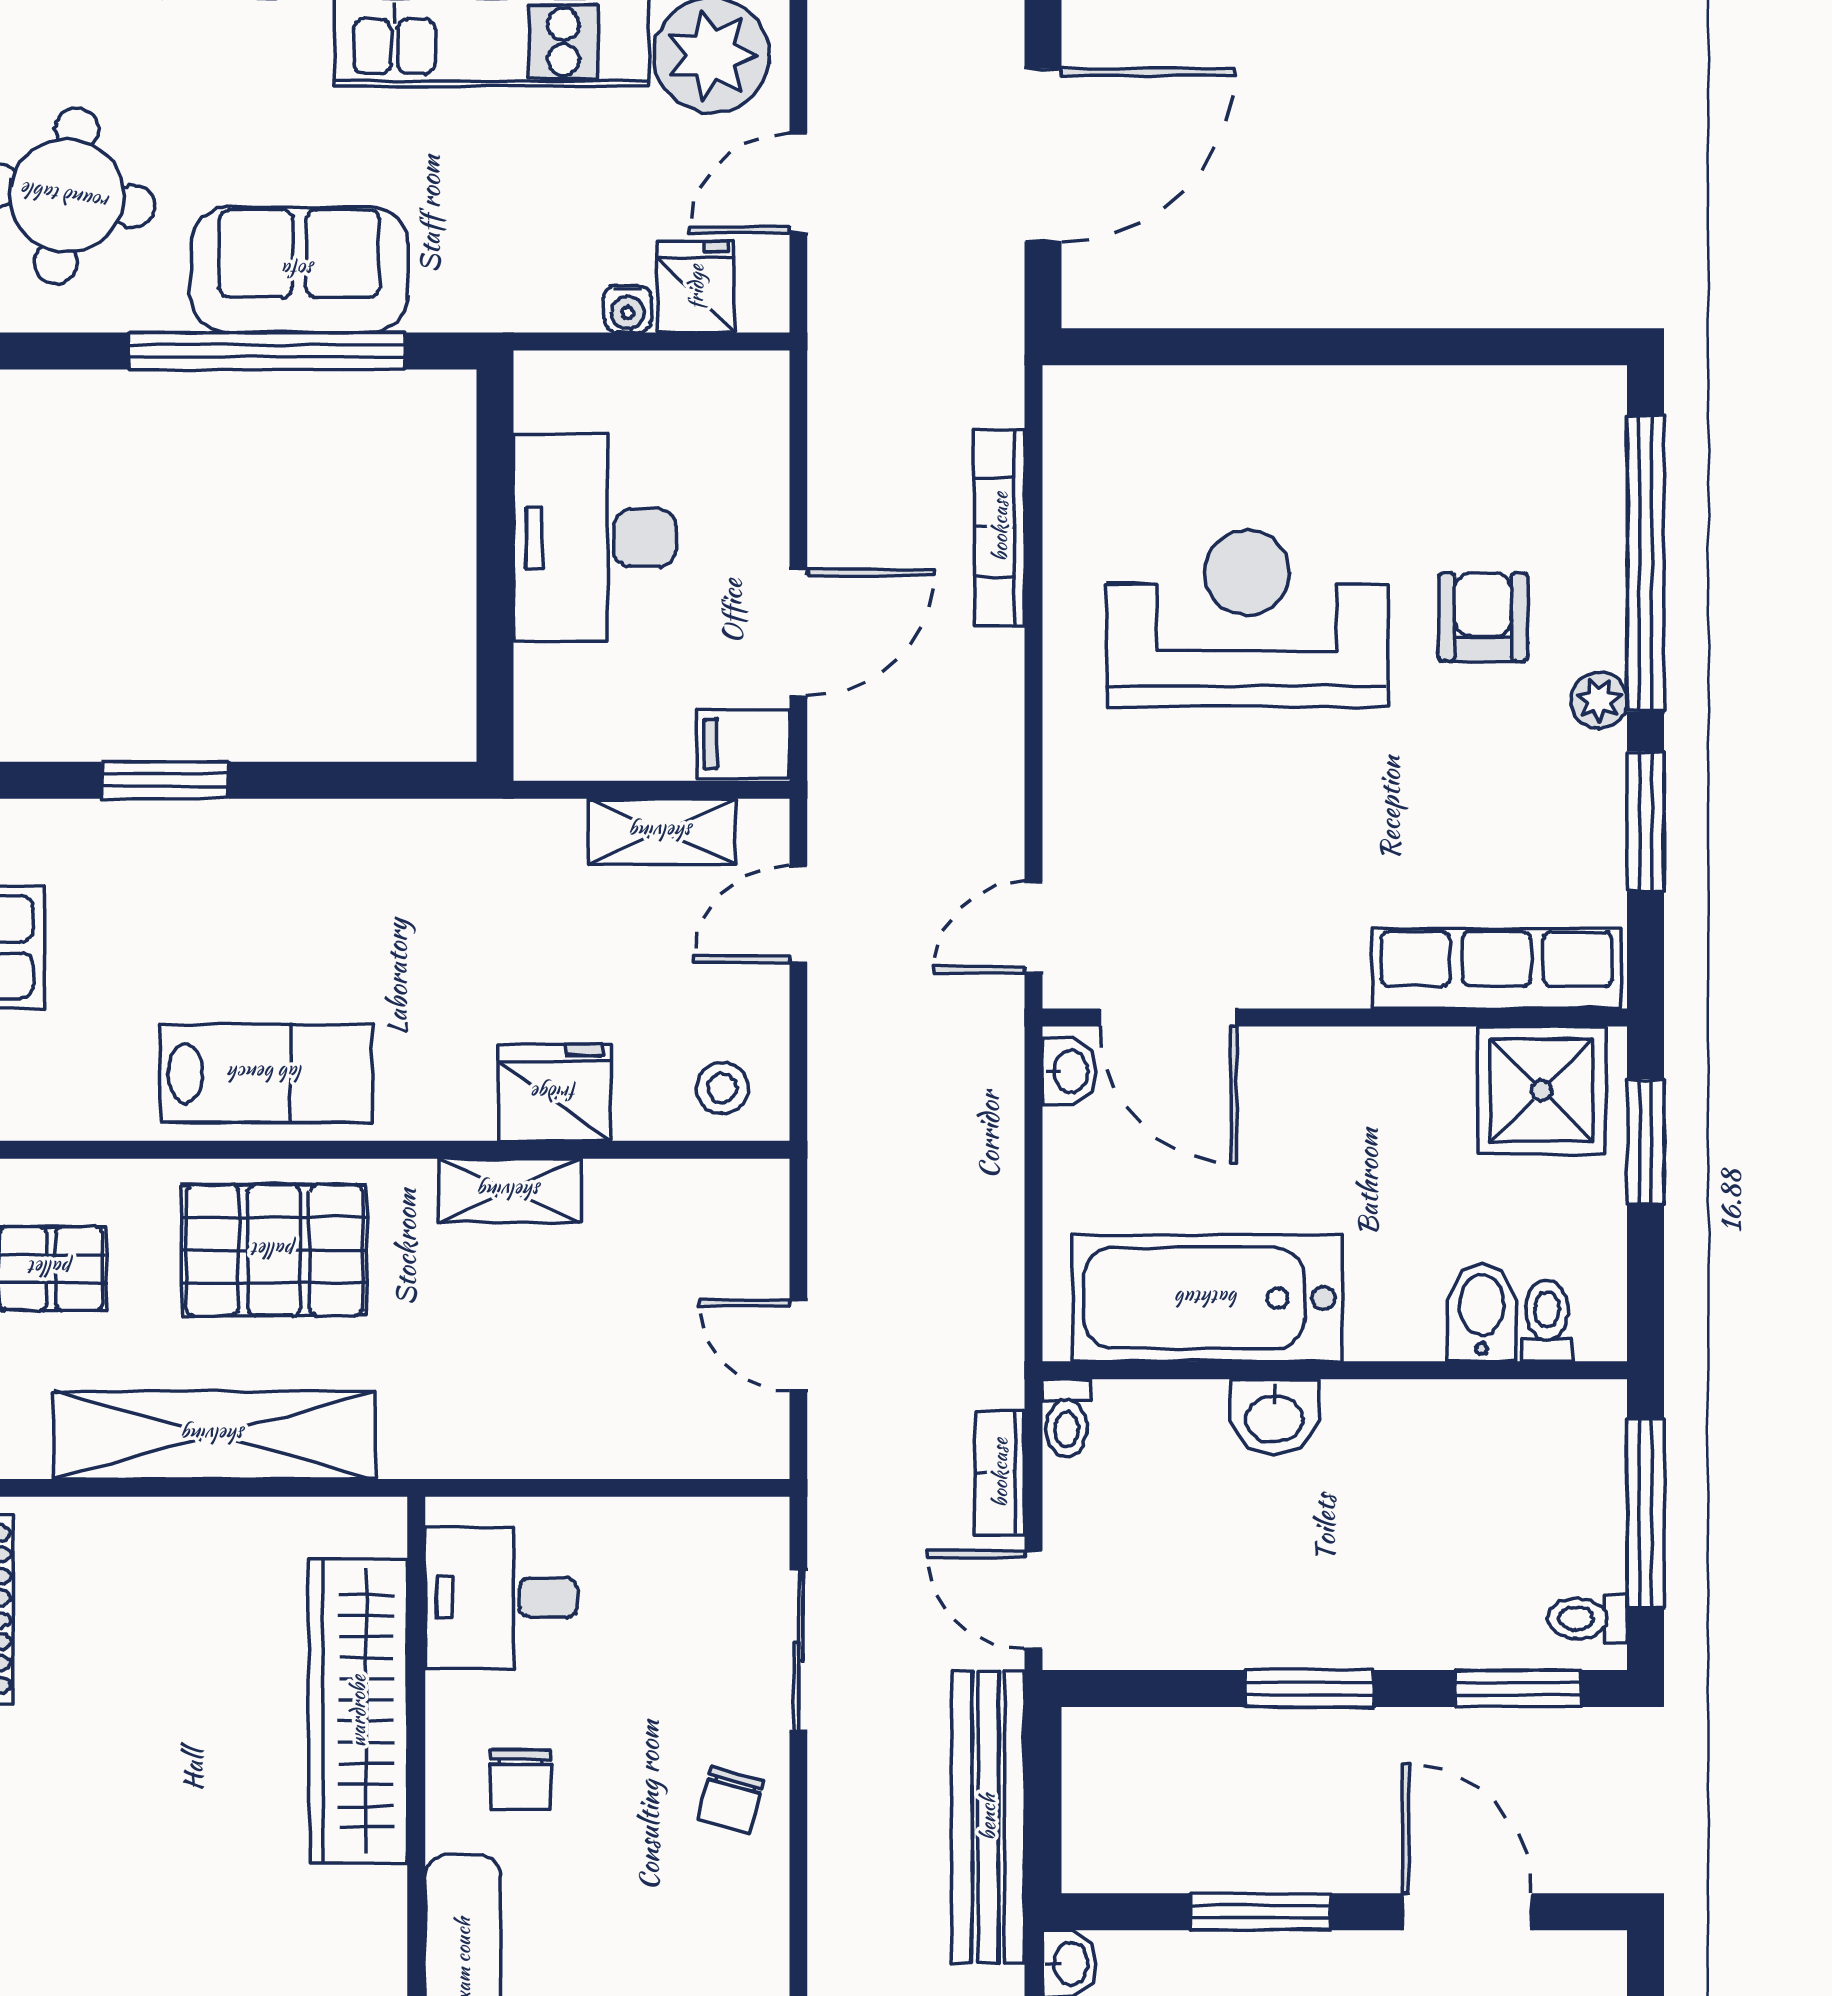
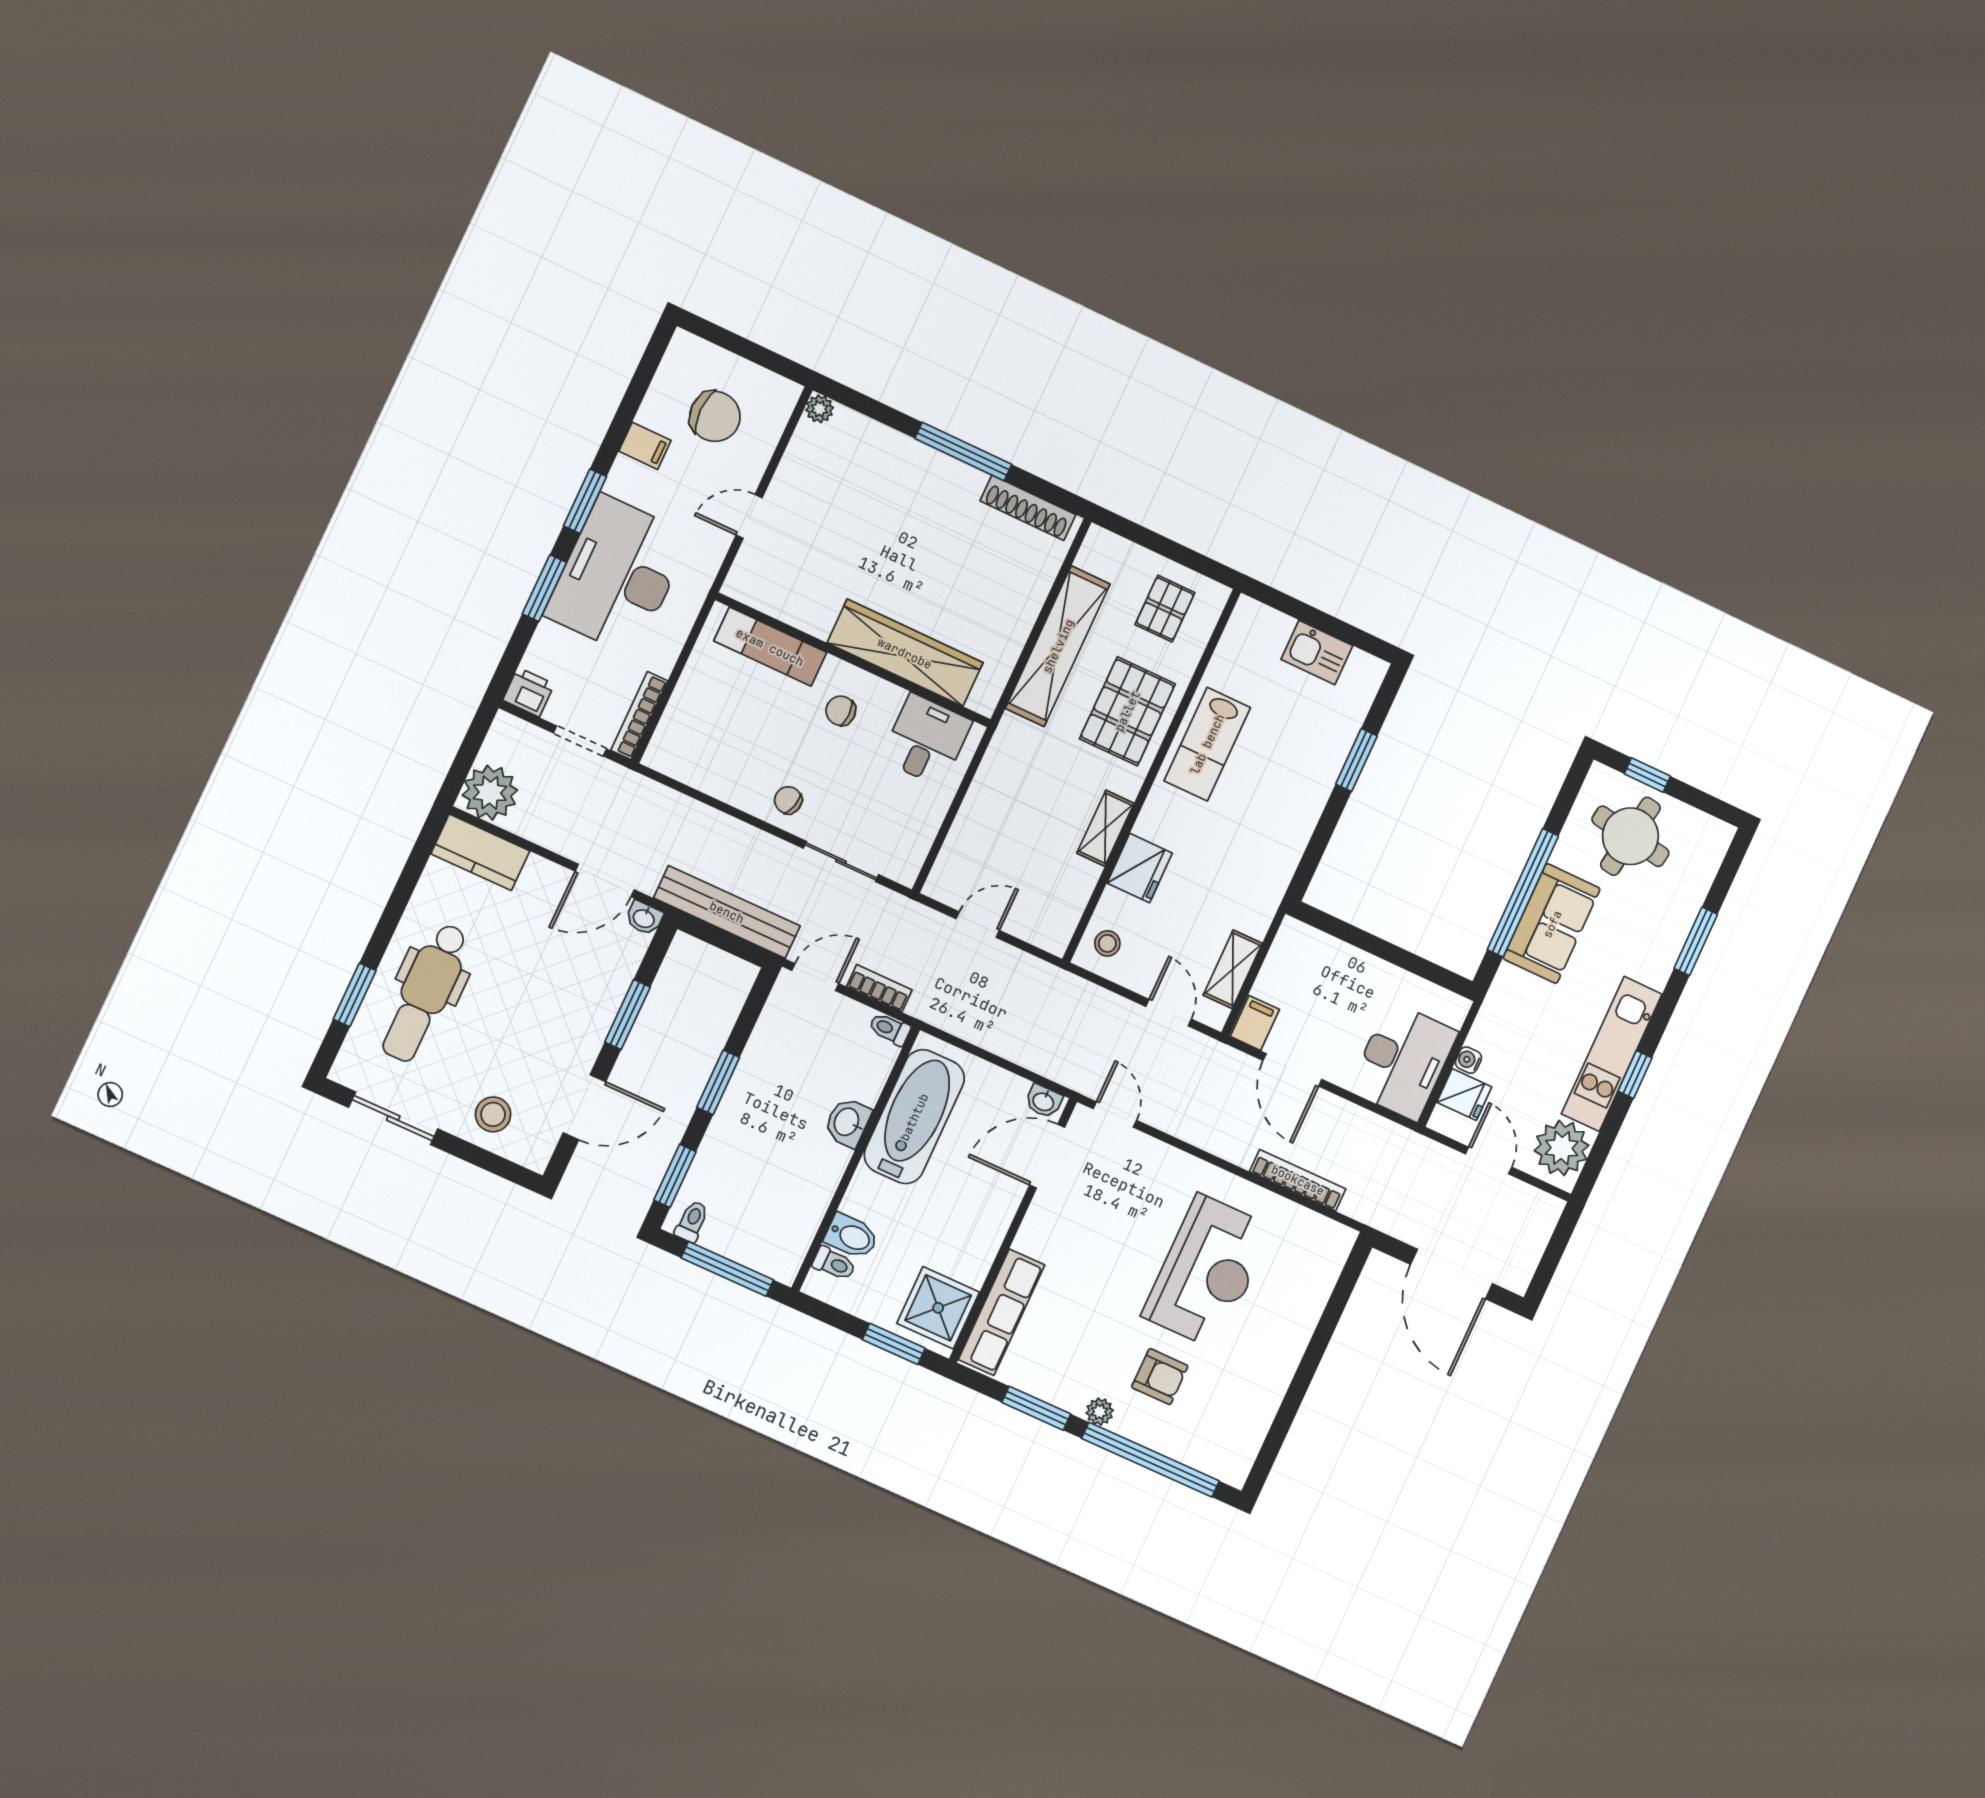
desk: (595, 538) -> (1403, 1061), moved, turned 90

